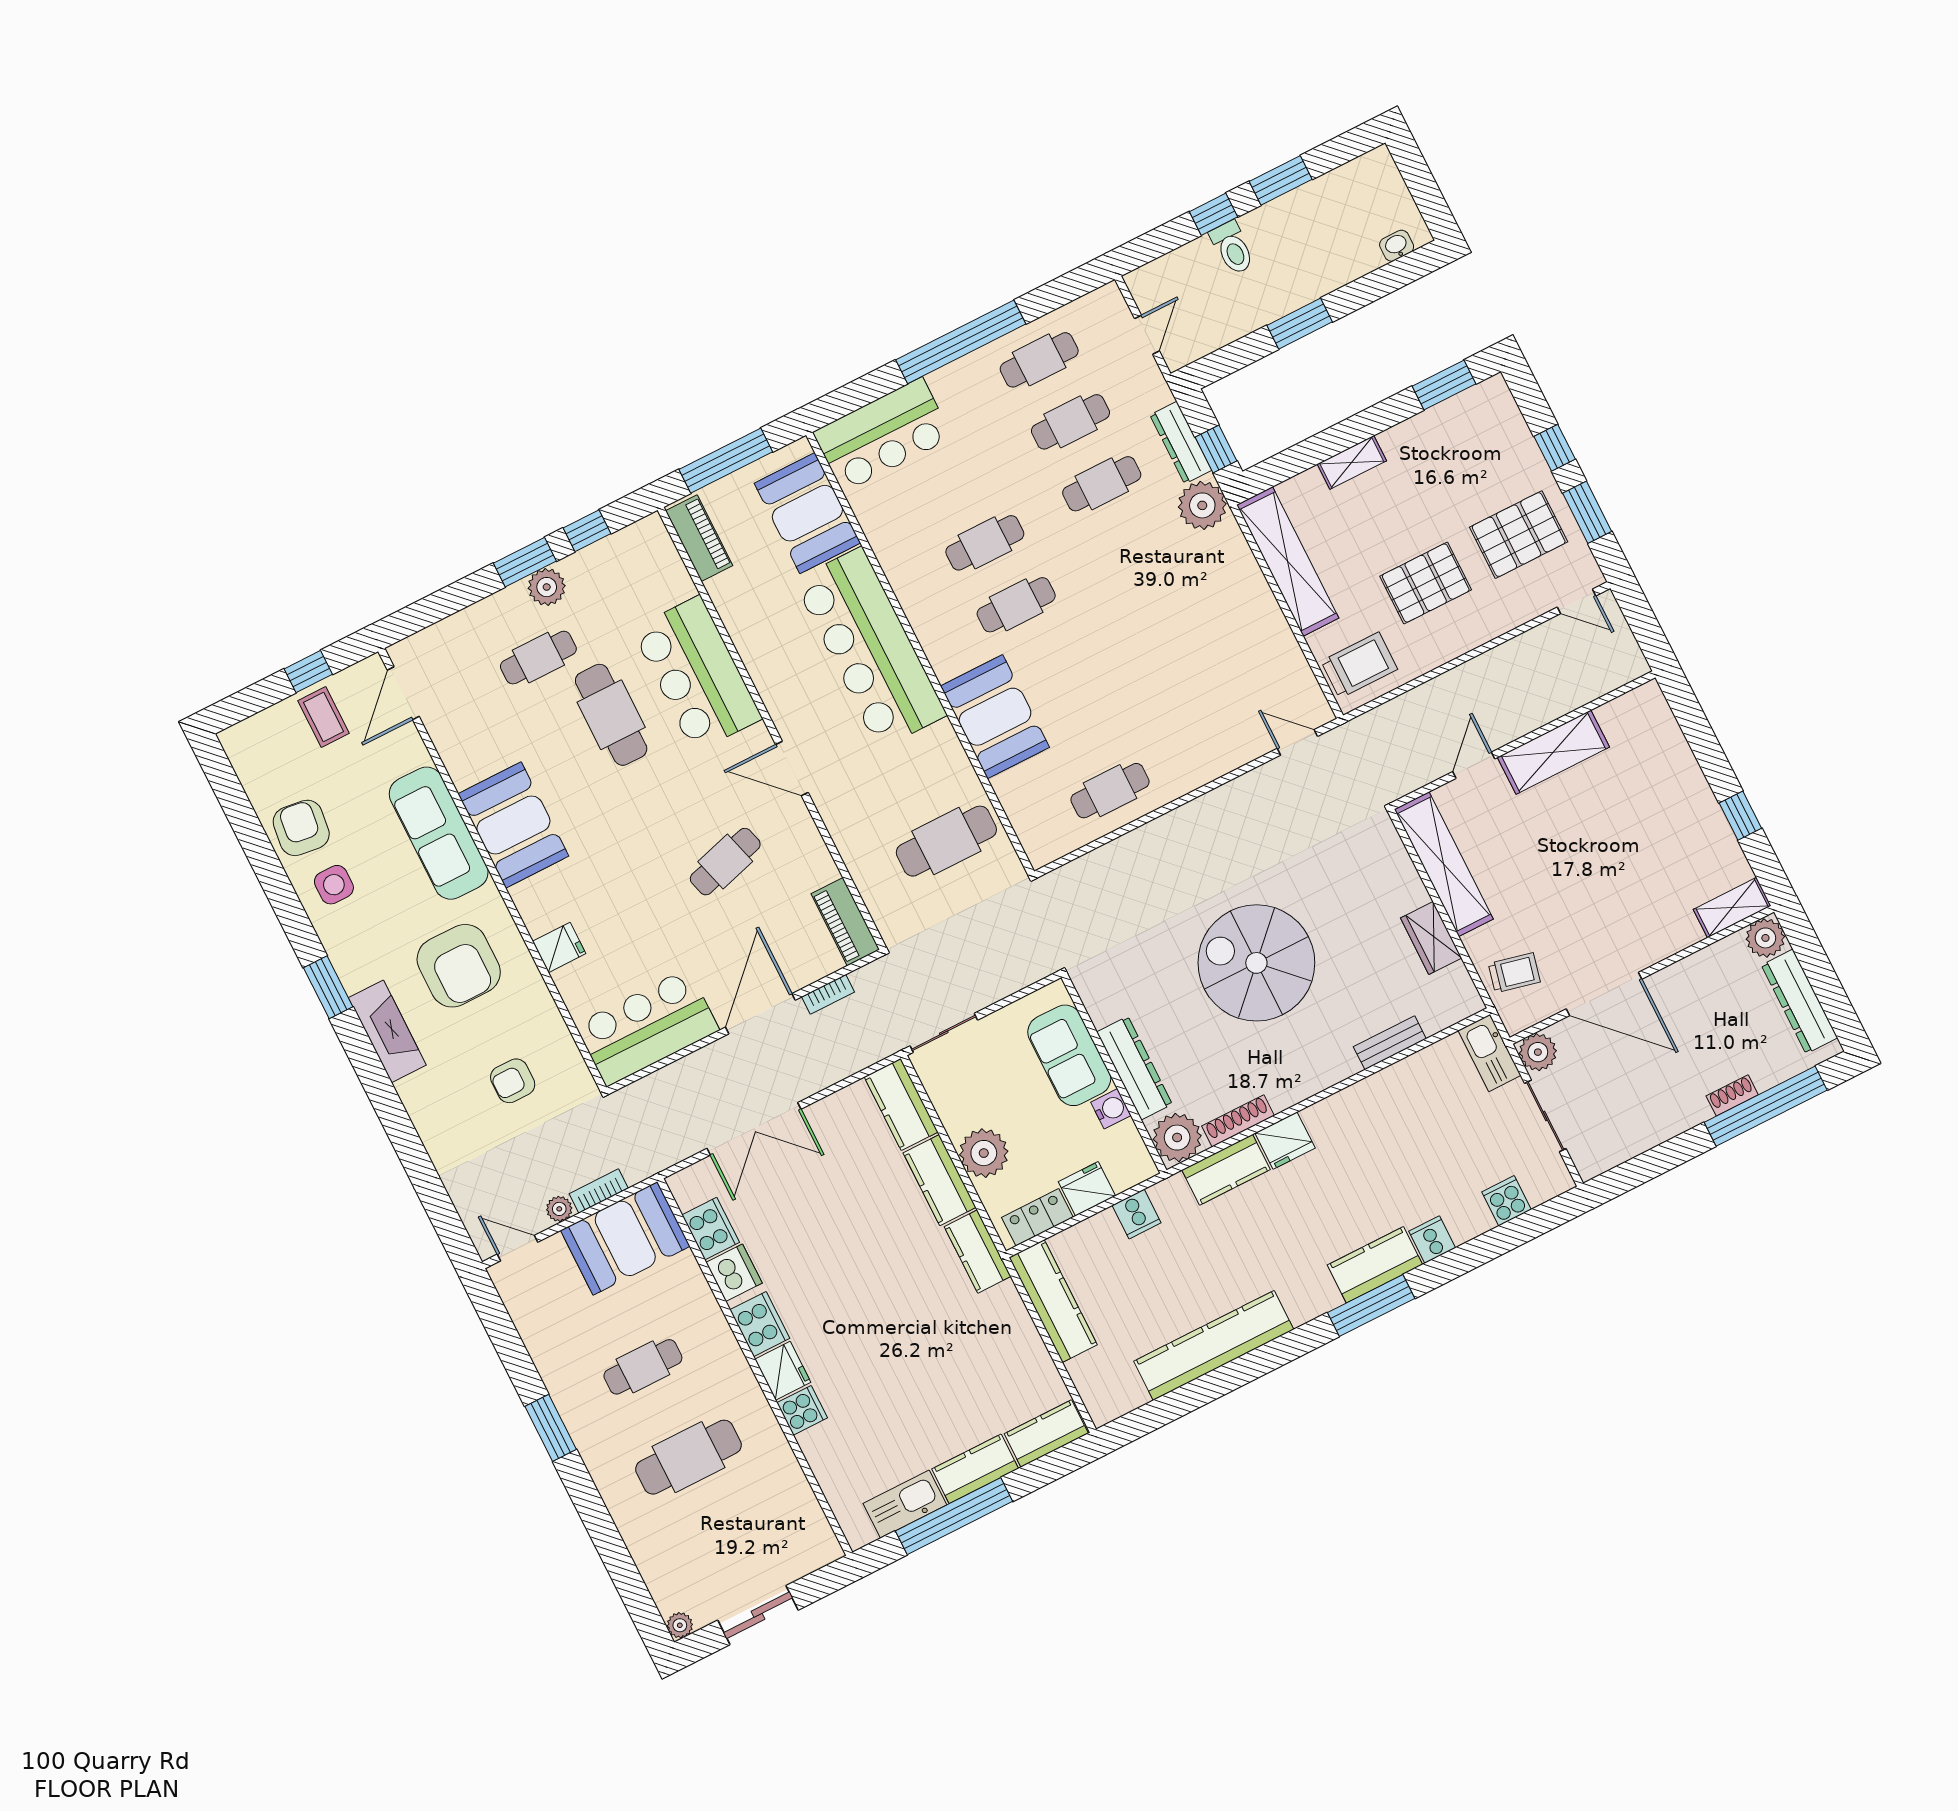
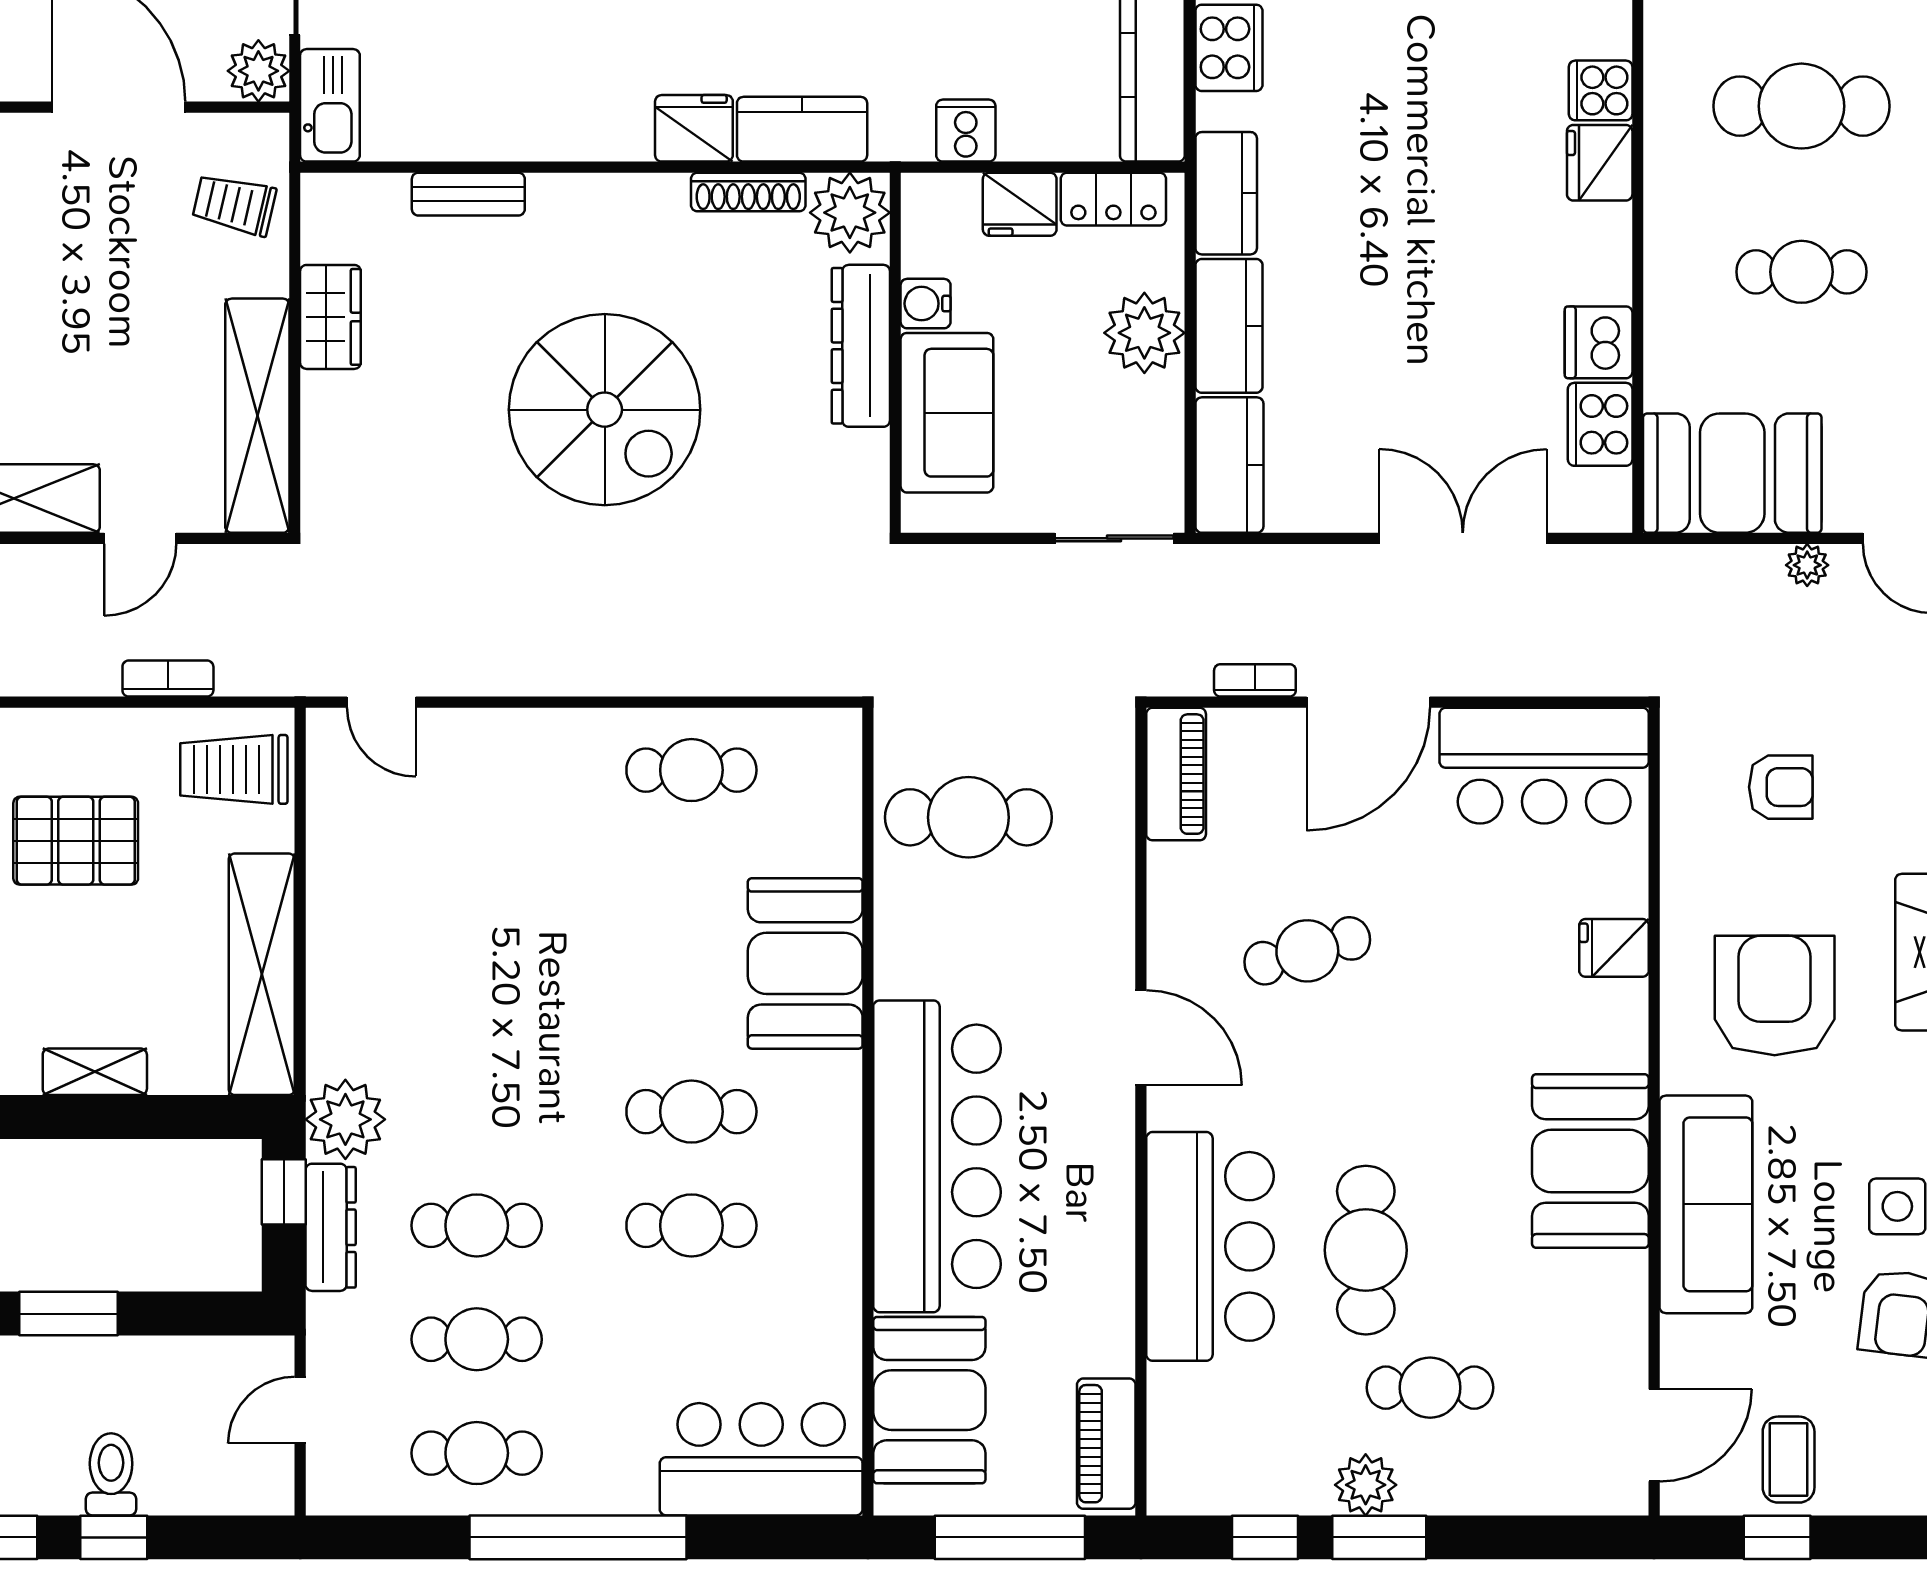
bookcase: (599, 1191) -> (168, 679), moved, turned 180
cooker: (760, 1324) -> (1229, 48), moved, turned 180

